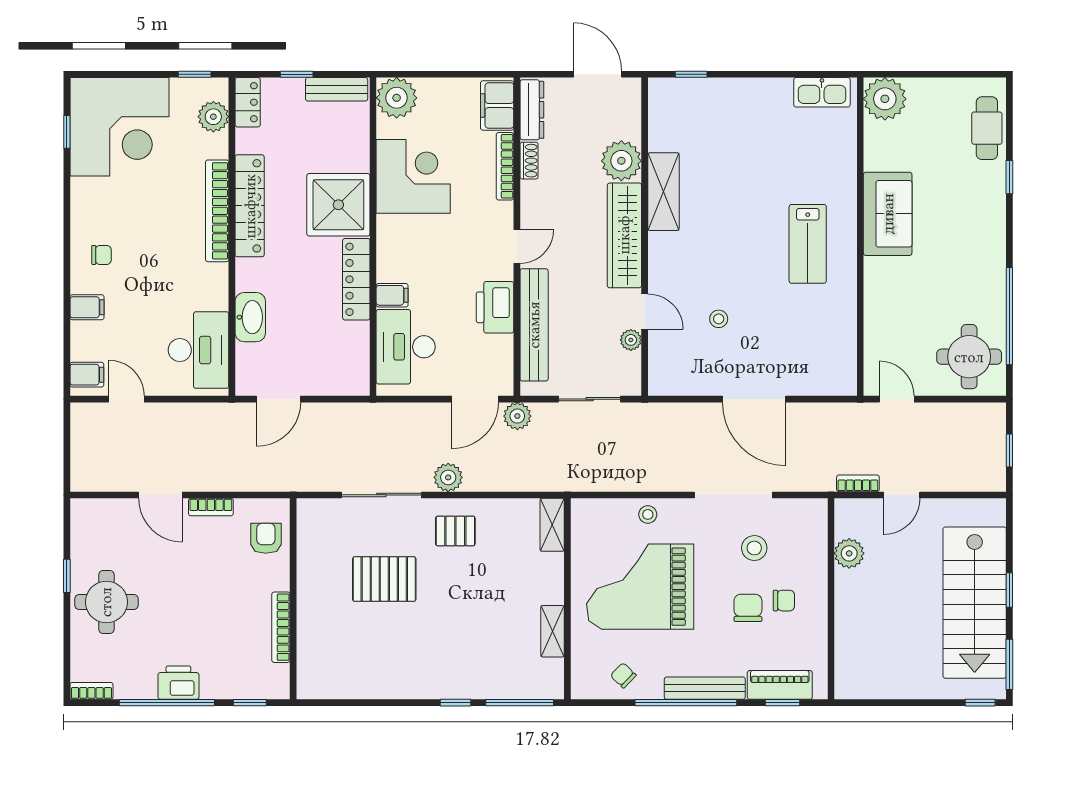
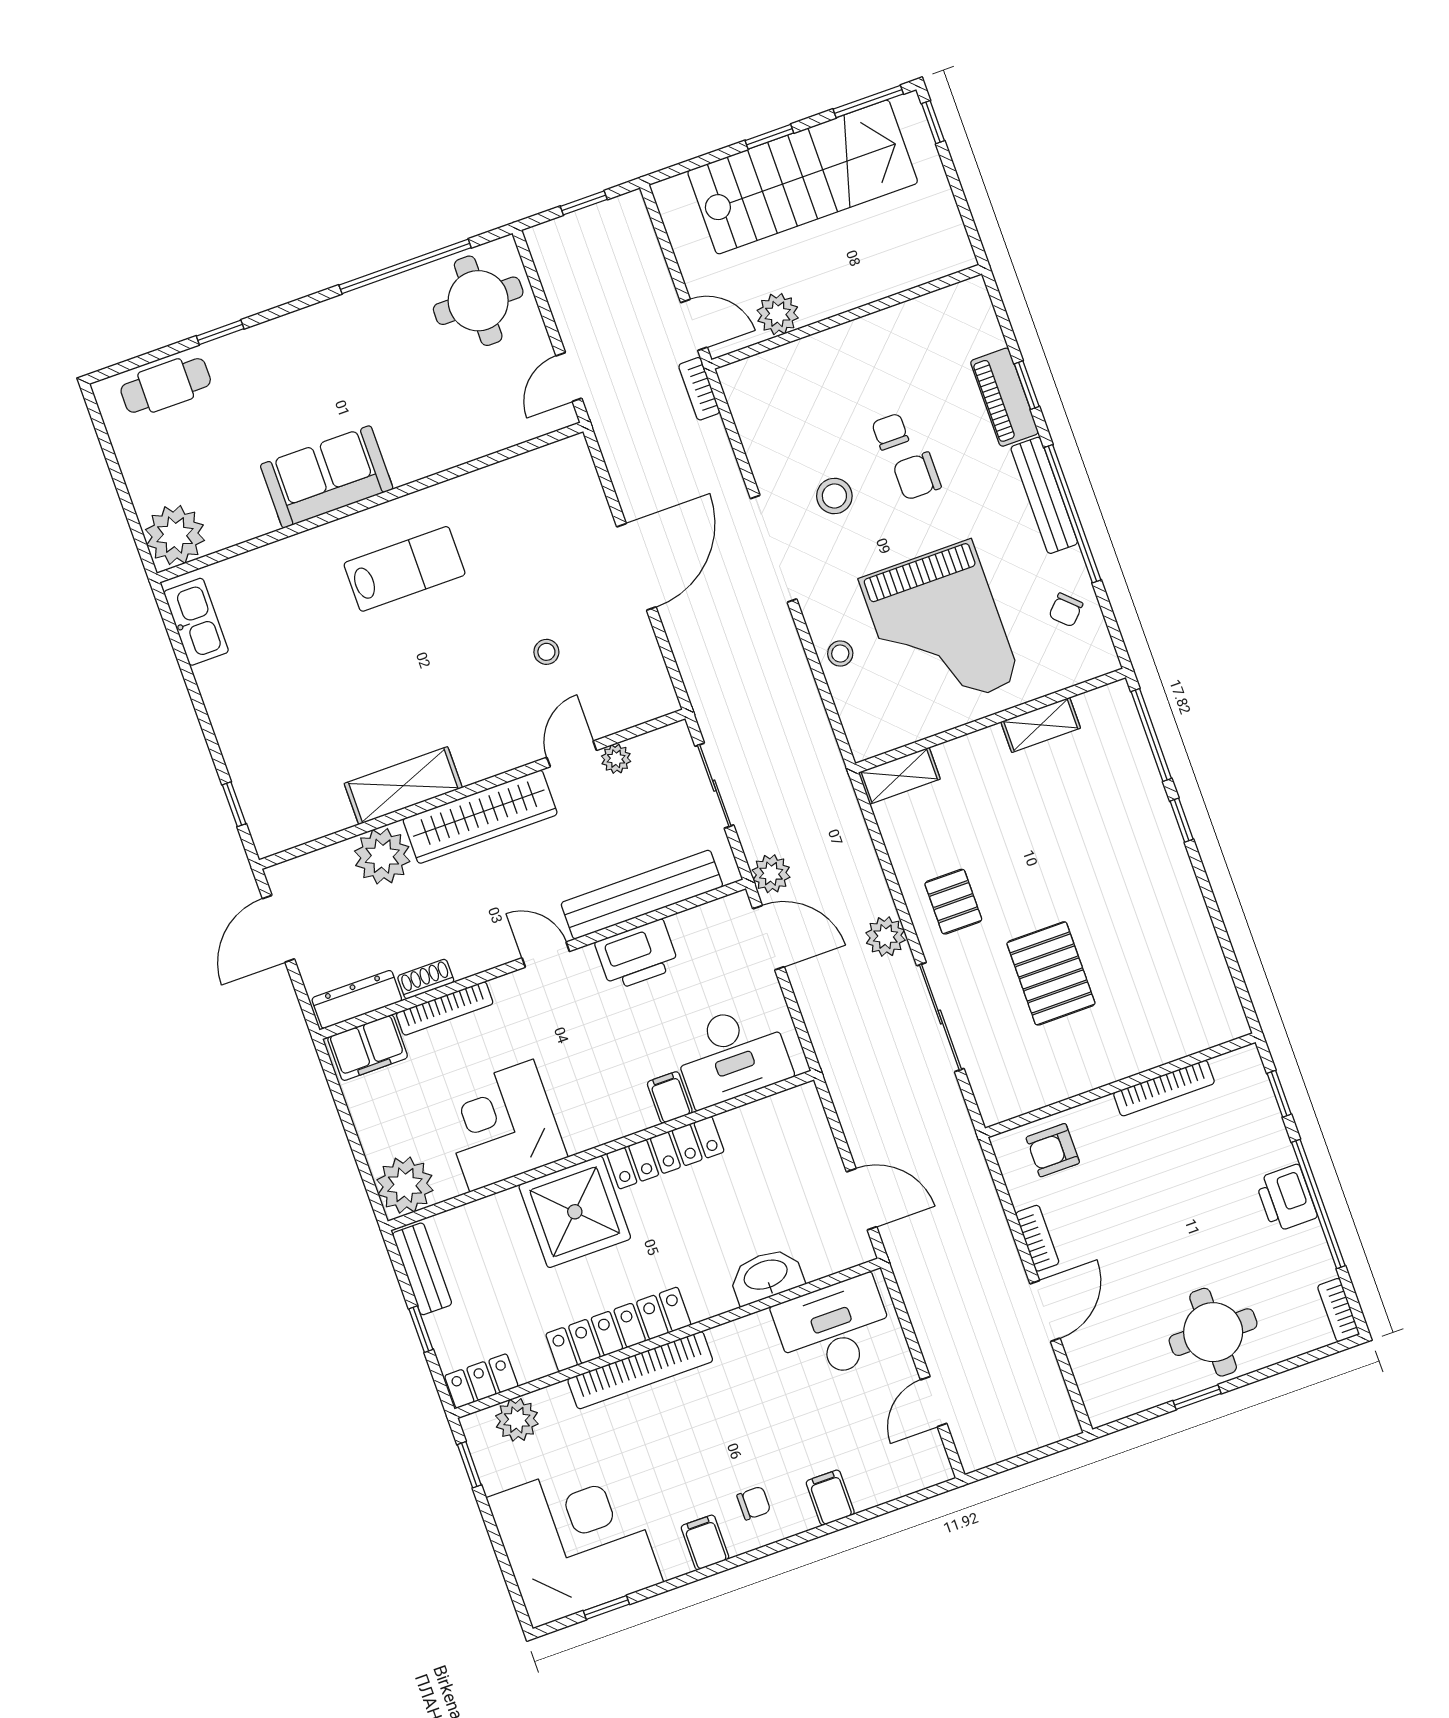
chair: (101, 255) -> (754, 1503), turned 90
filing cabinet: (87, 375) -> (705, 1542), moved
plant: (849, 553) -> (778, 314), moved
wall: (831, 599) -> (847, 317), moved

